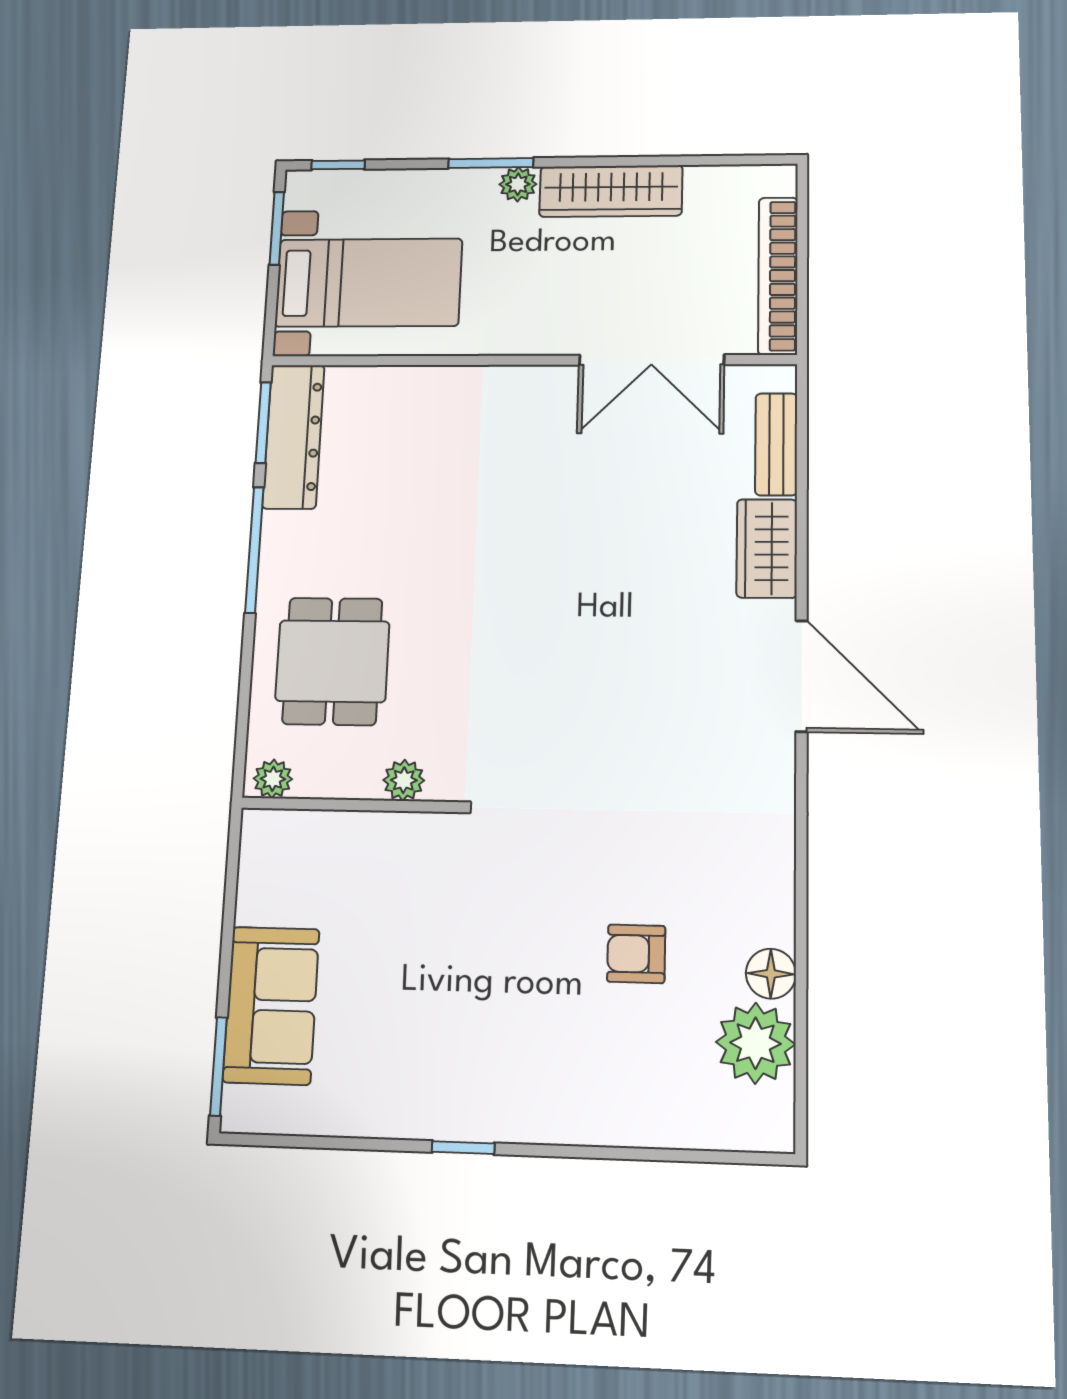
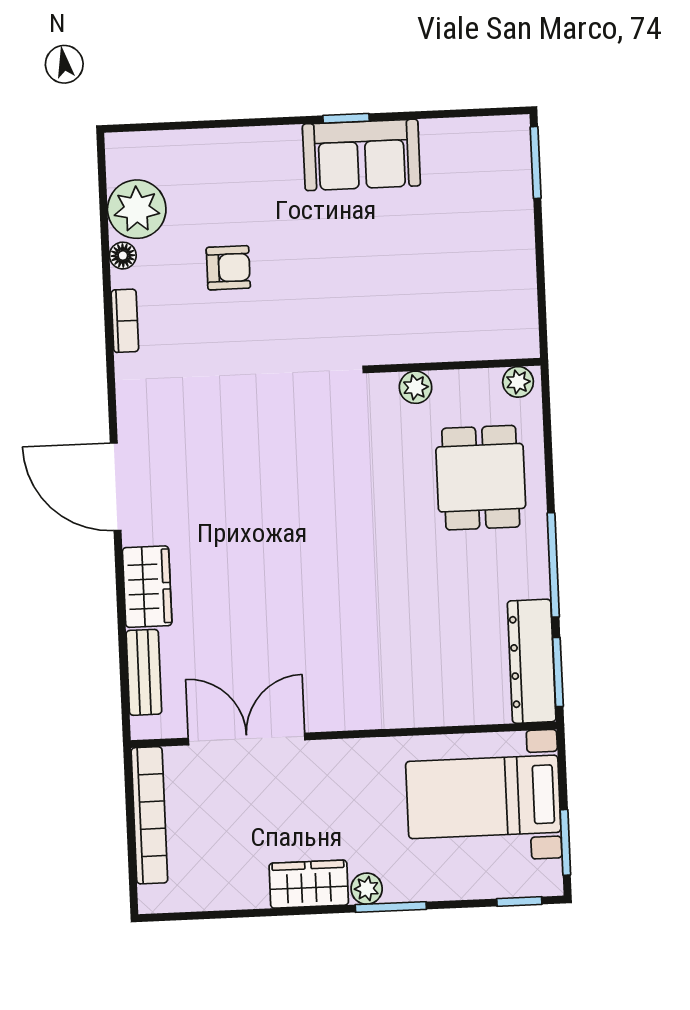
wardrobe: (611, 191) -> (309, 884), width x0.67
bookcase: (779, 892) -> (125, 321), added
floor lamp: (771, 974) -> (123, 256), width x0.73, depth x0.73
sofa: (271, 1005) -> (361, 155), moved, turned -90

